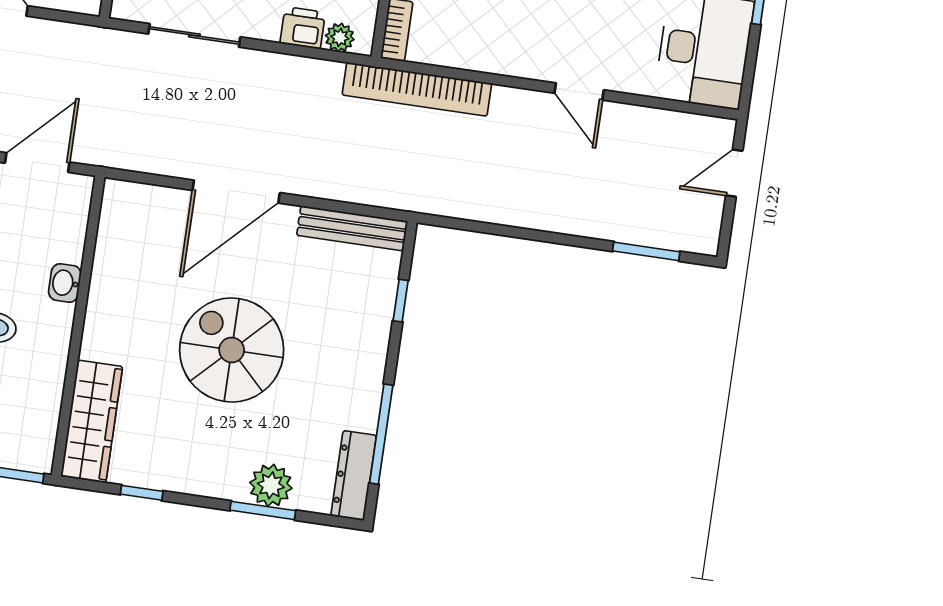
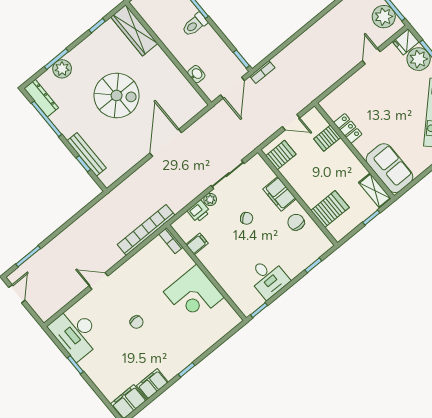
plant: (340, 37) -> (210, 199), moved
door: (734, 173) -> (17, 294), moved
bench: (352, 228) -> (87, 154), moved, turned 90
washbasin: (65, 283) -> (196, 74), moved

